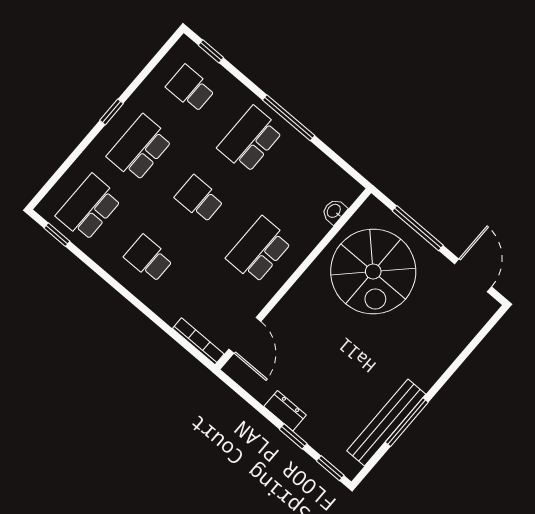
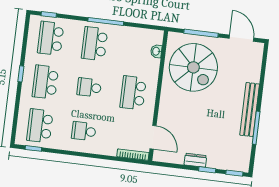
school desk: (190, 88) -> (51, 38), width x1.85
bench: (386, 423) -> (250, 110), moved

